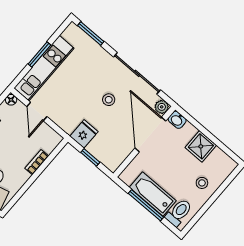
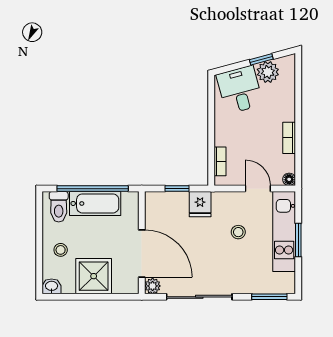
stool: (109, 100) -> (238, 232), moved
washbasin: (177, 120) -> (52, 286), moved
shower: (201, 146) -> (94, 276), width x1.36, depth x1.36
bookcase: (37, 162) -> (220, 161), moved
window: (146, 205) -> (93, 189), width x1.46

